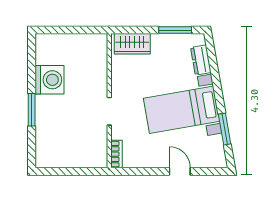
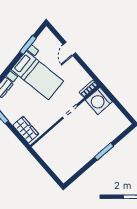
washing machine: (50, 80) -> (99, 101), moved, turned -90

